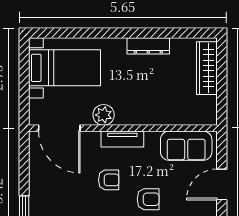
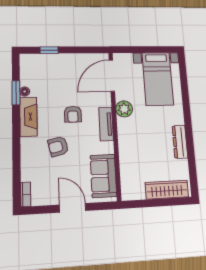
armchair: (148, 199) -> (58, 146), turned 77

